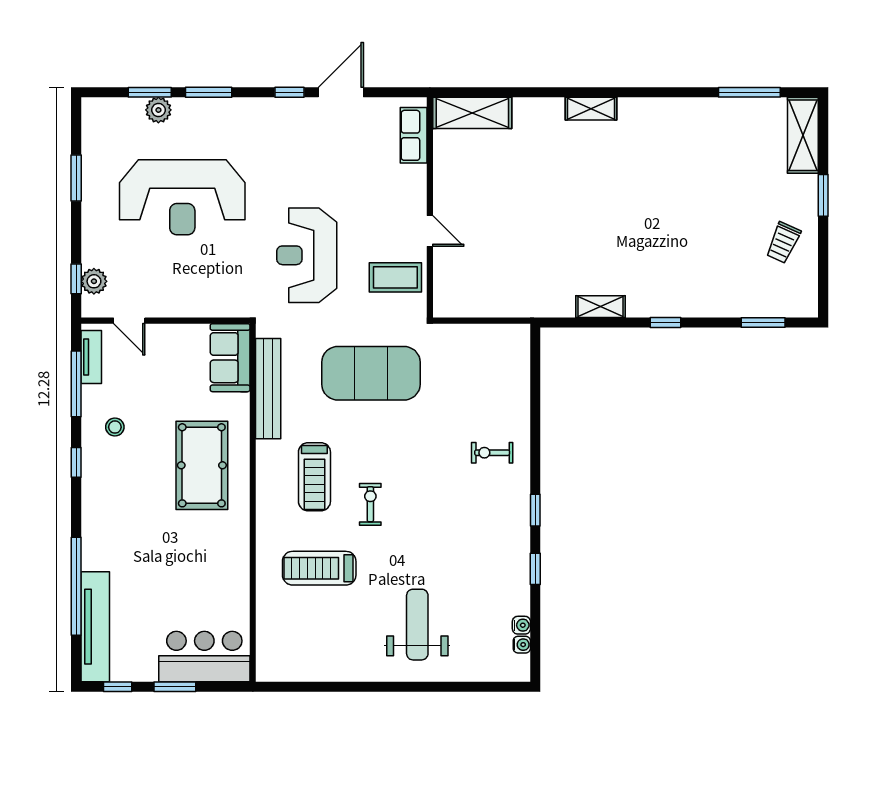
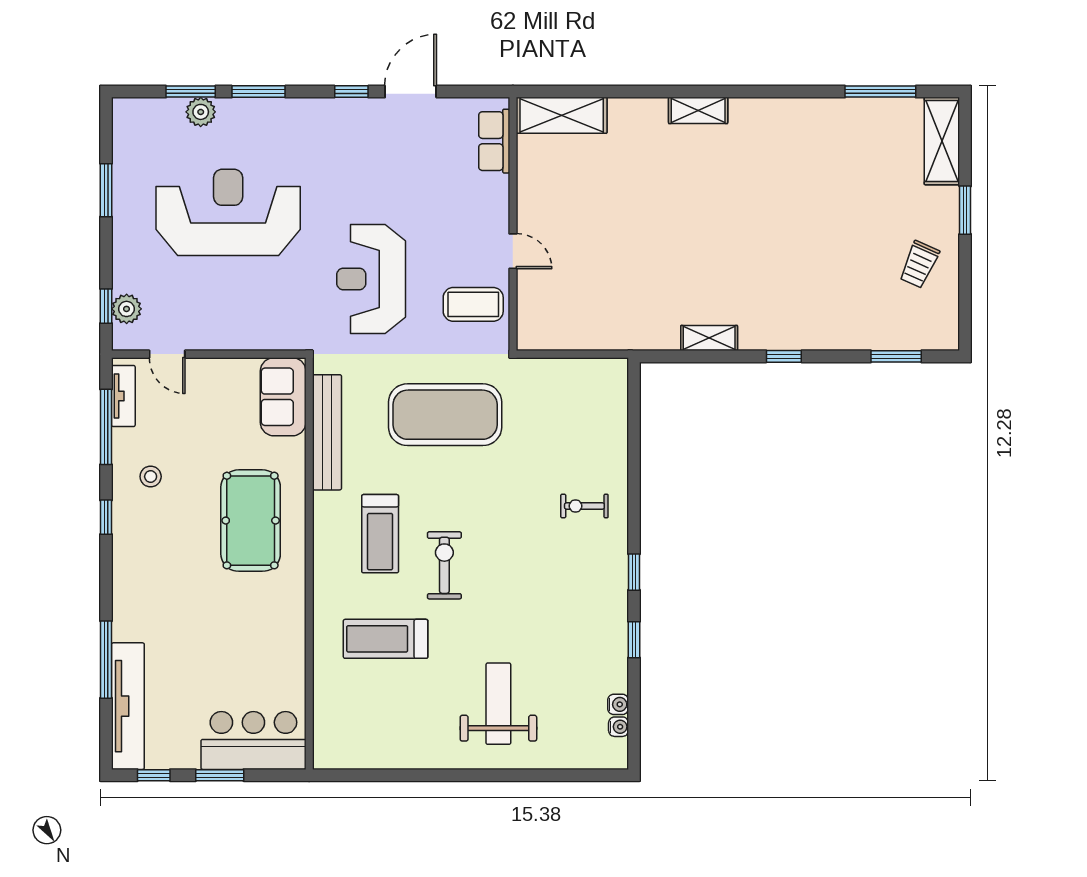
reception desk: (182, 197) -> (228, 212), turned 180
exercise bike: (370, 504) -> (444, 565), width x1.38, depth x1.39
window: (76, 586) -> (106, 660), width x0.68

